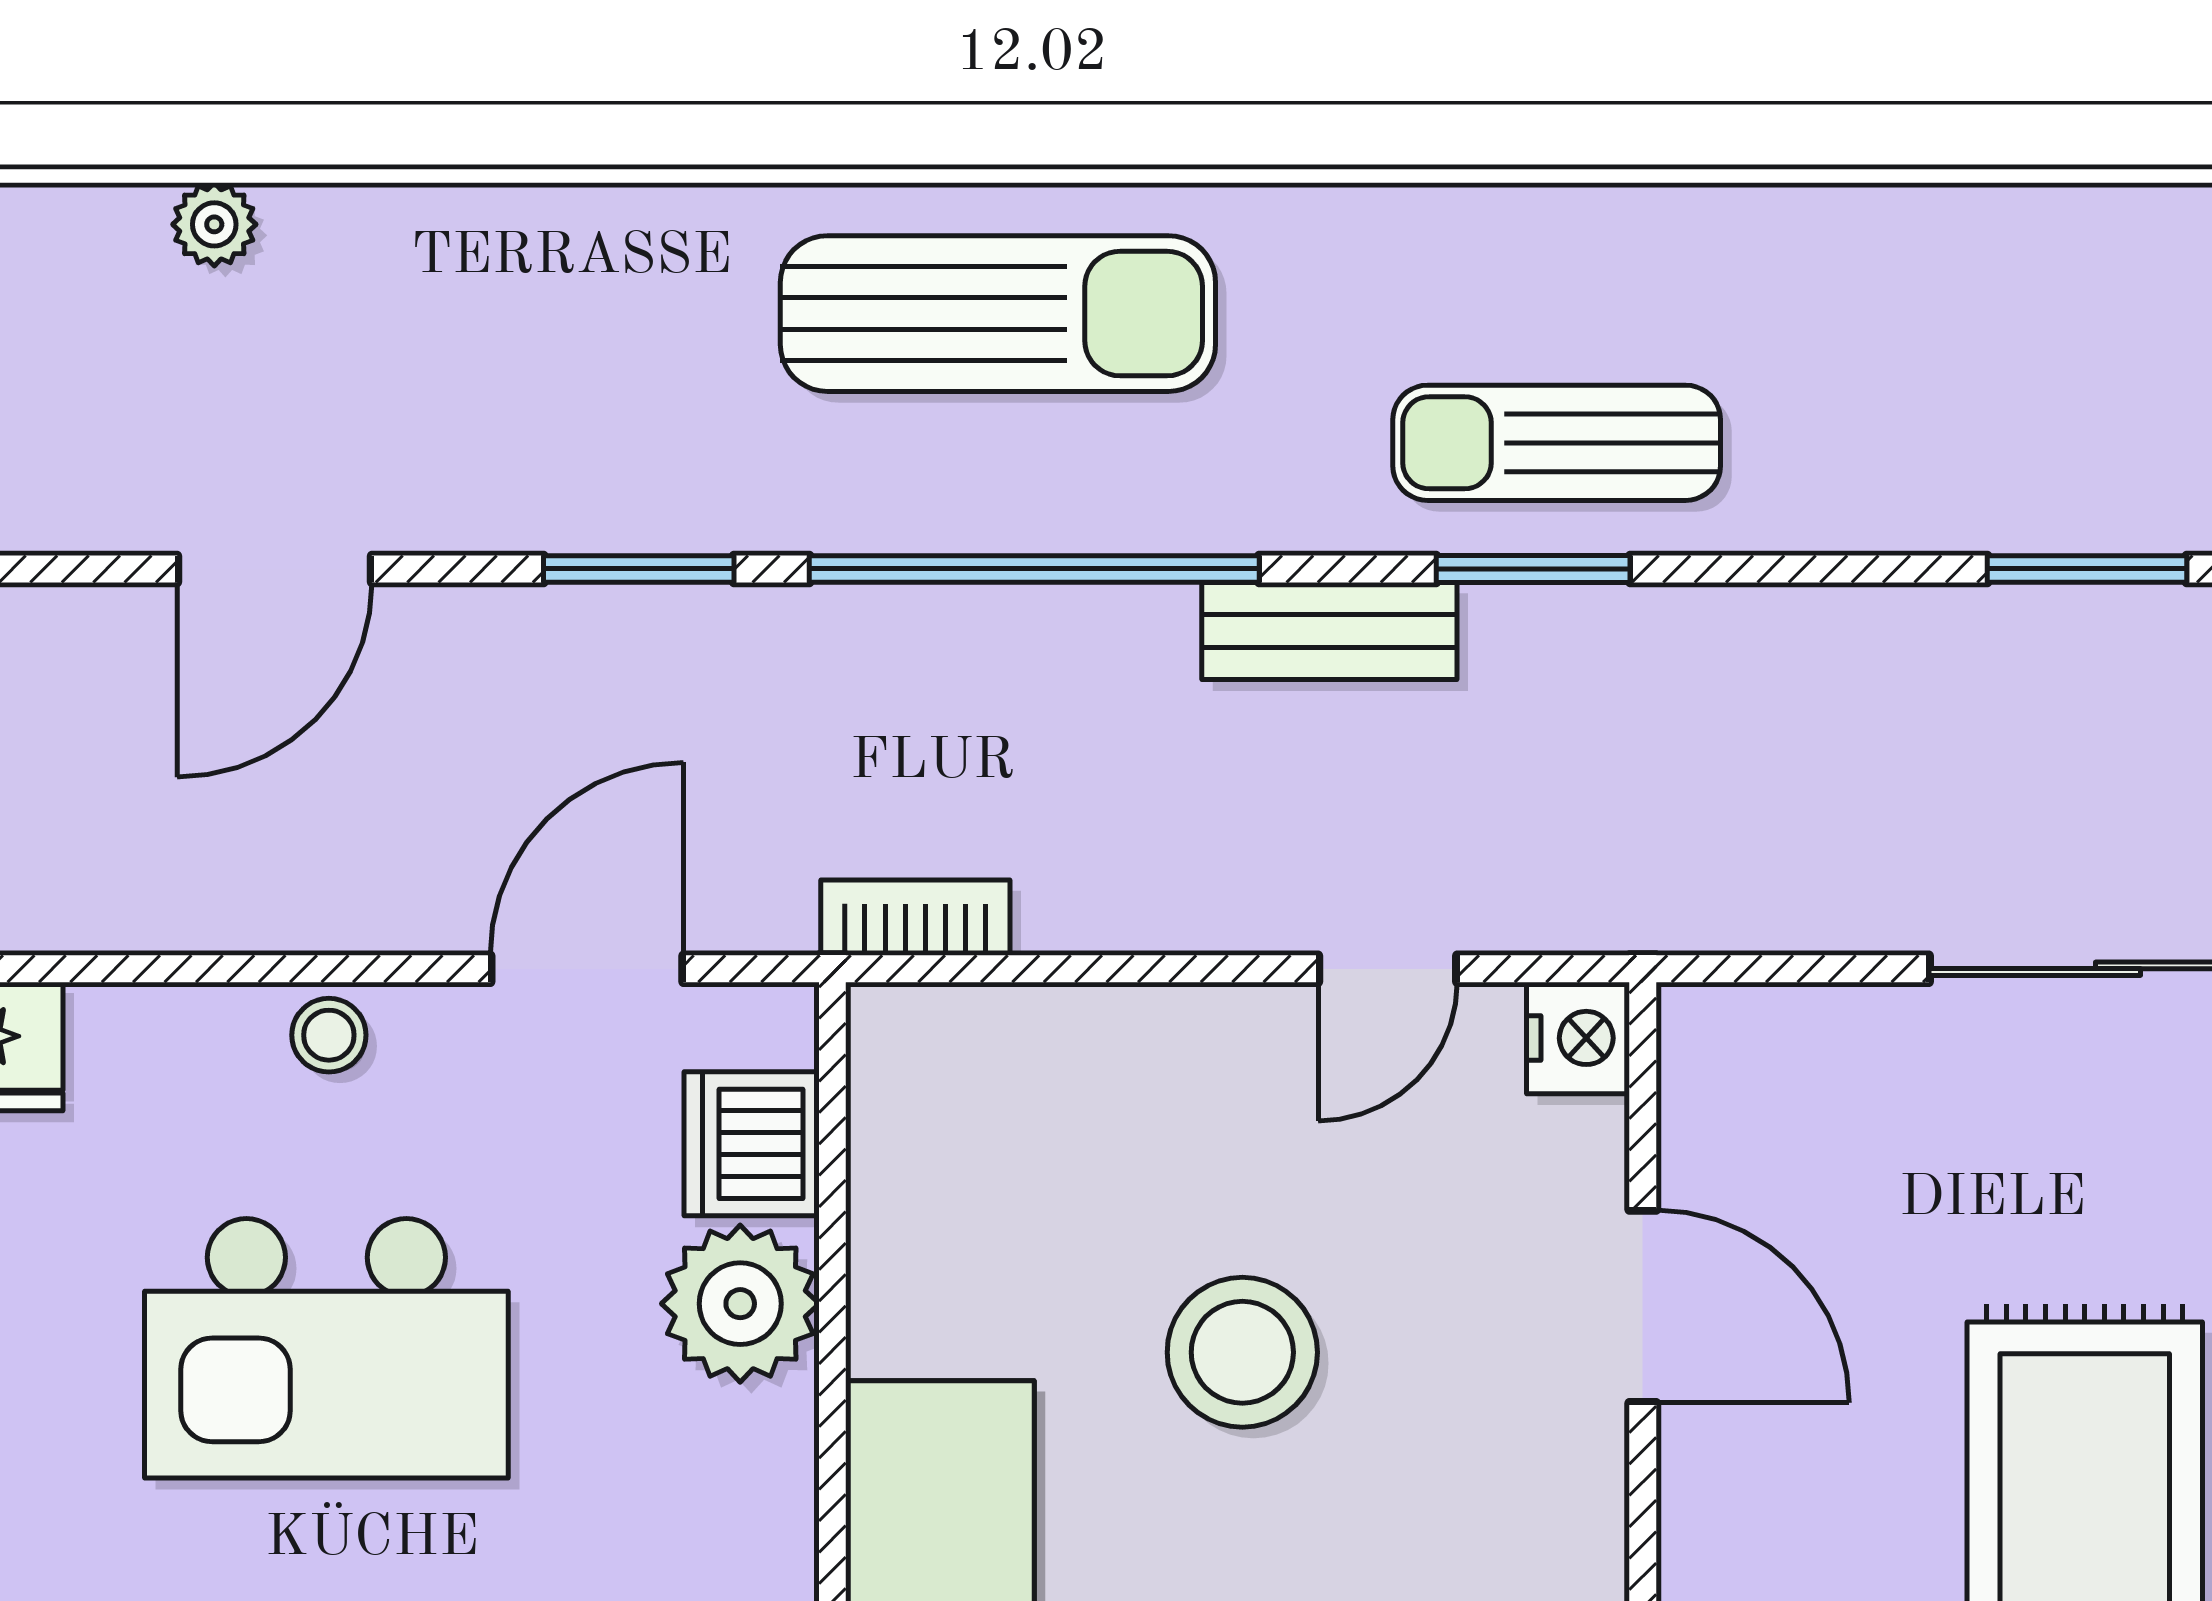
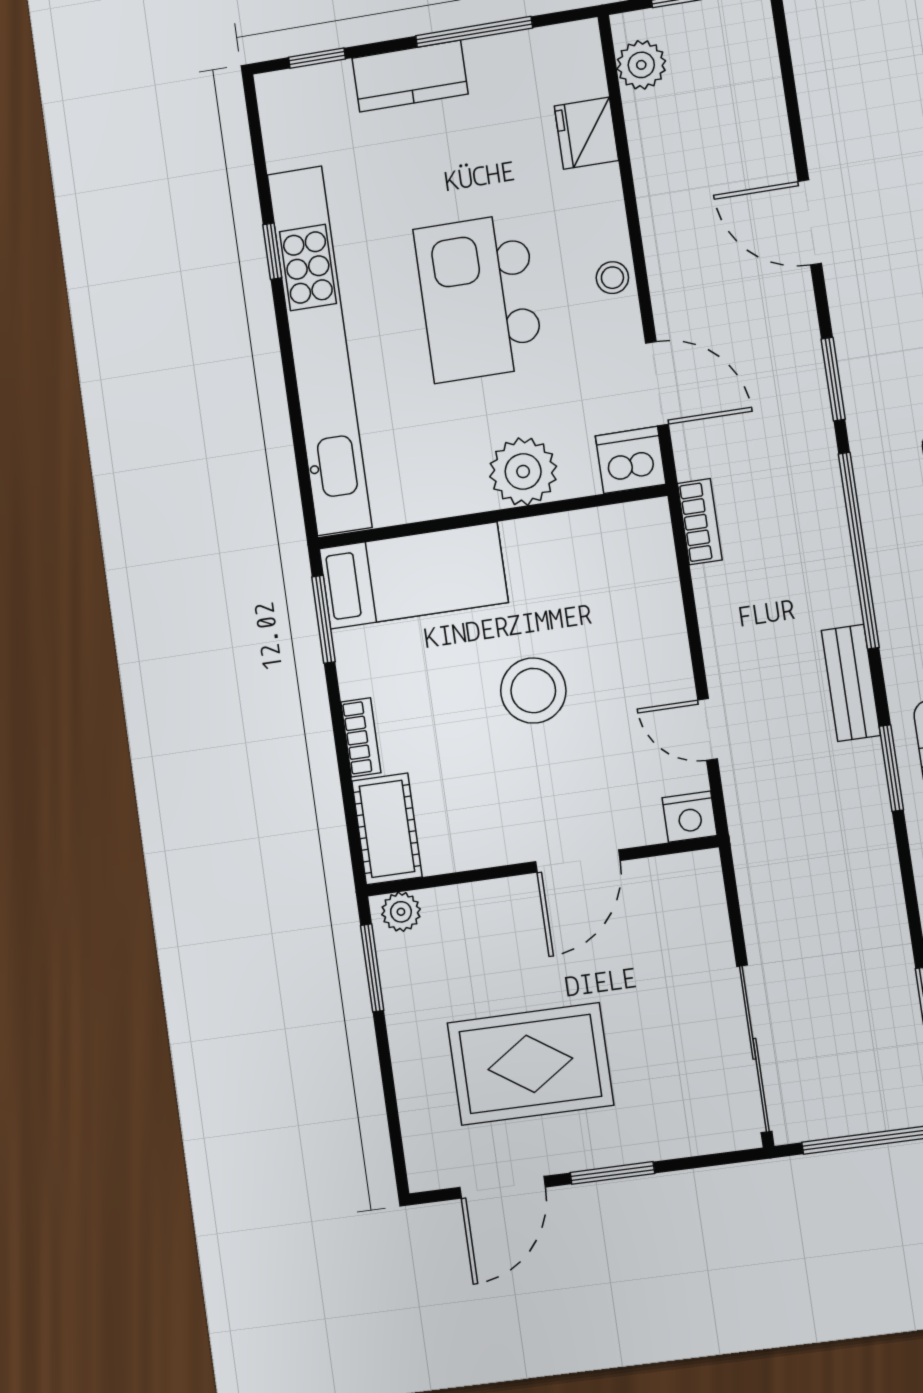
dishwasher: (752, 1144) -> (631, 460), moved

